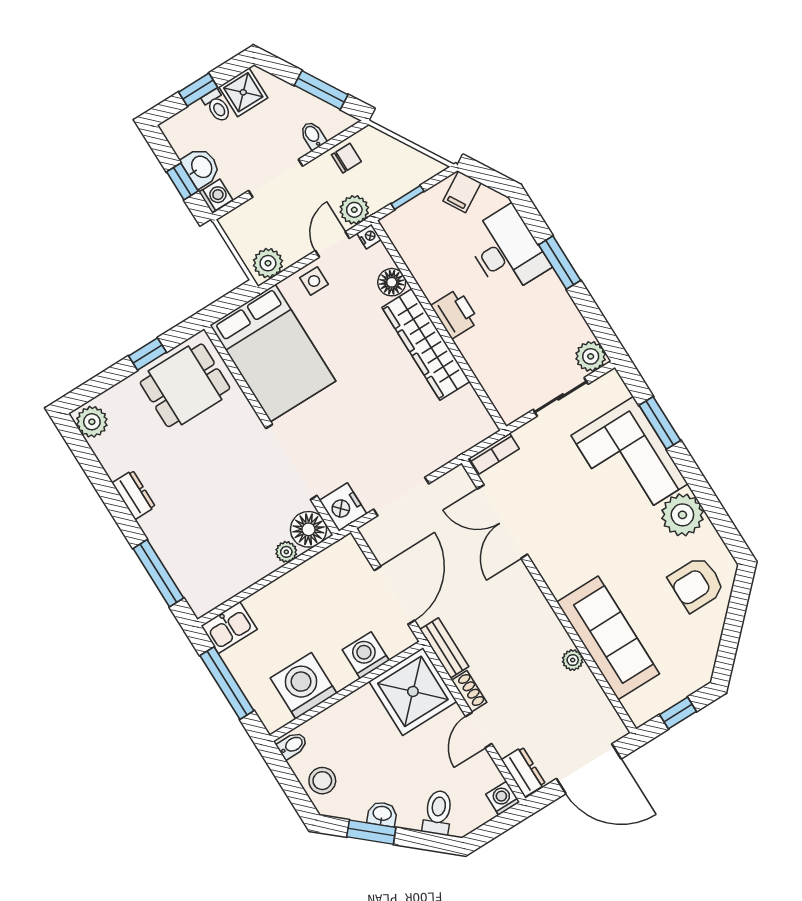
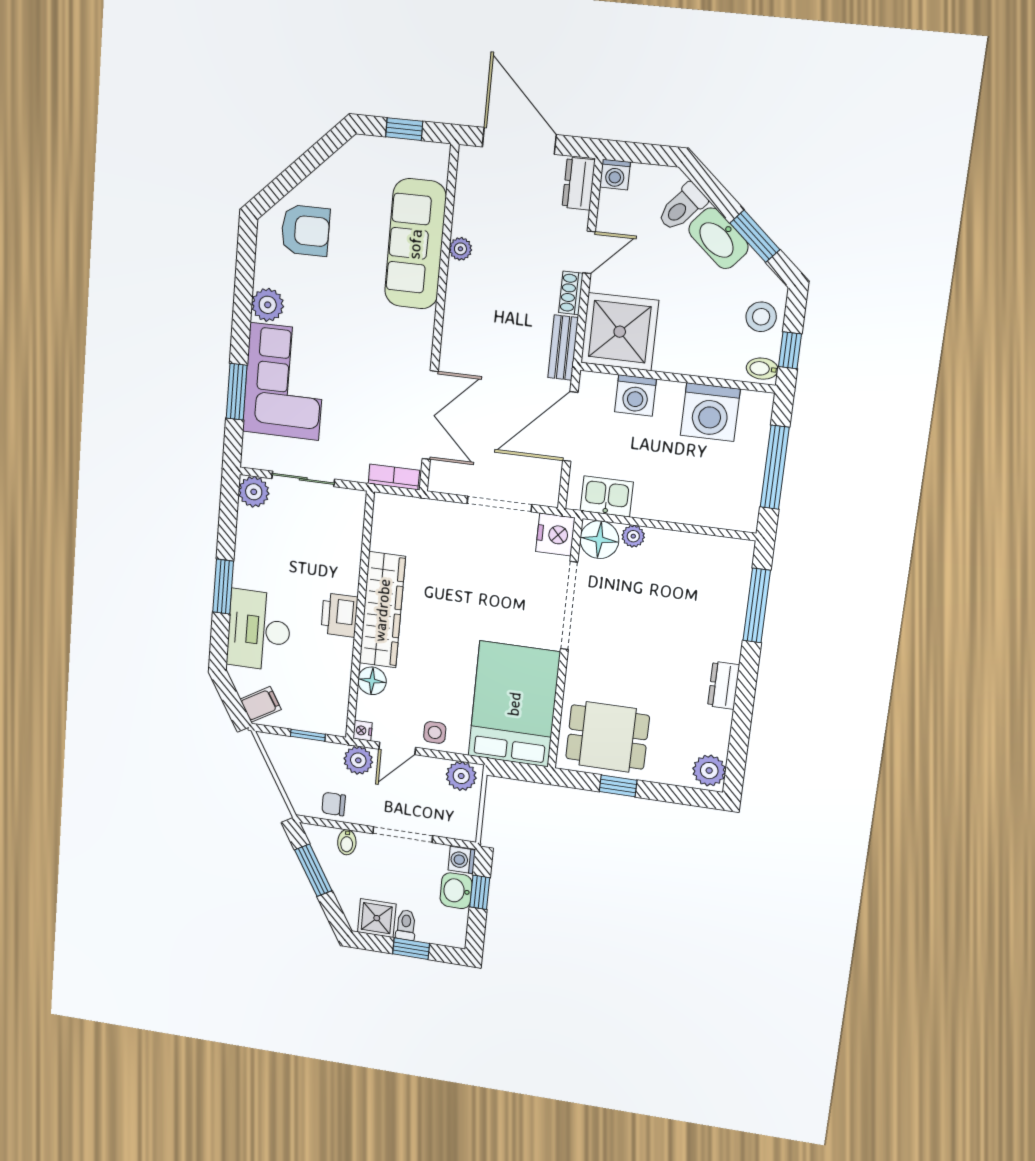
plant: (682, 515) -> (268, 305), width x0.73, depth x0.73
kitchen sink: (229, 628) -> (607, 496), moved
window: (283, 773) -> (790, 350), added
washbasin: (382, 814) -> (718, 238), width x1.91, depth x1.45

